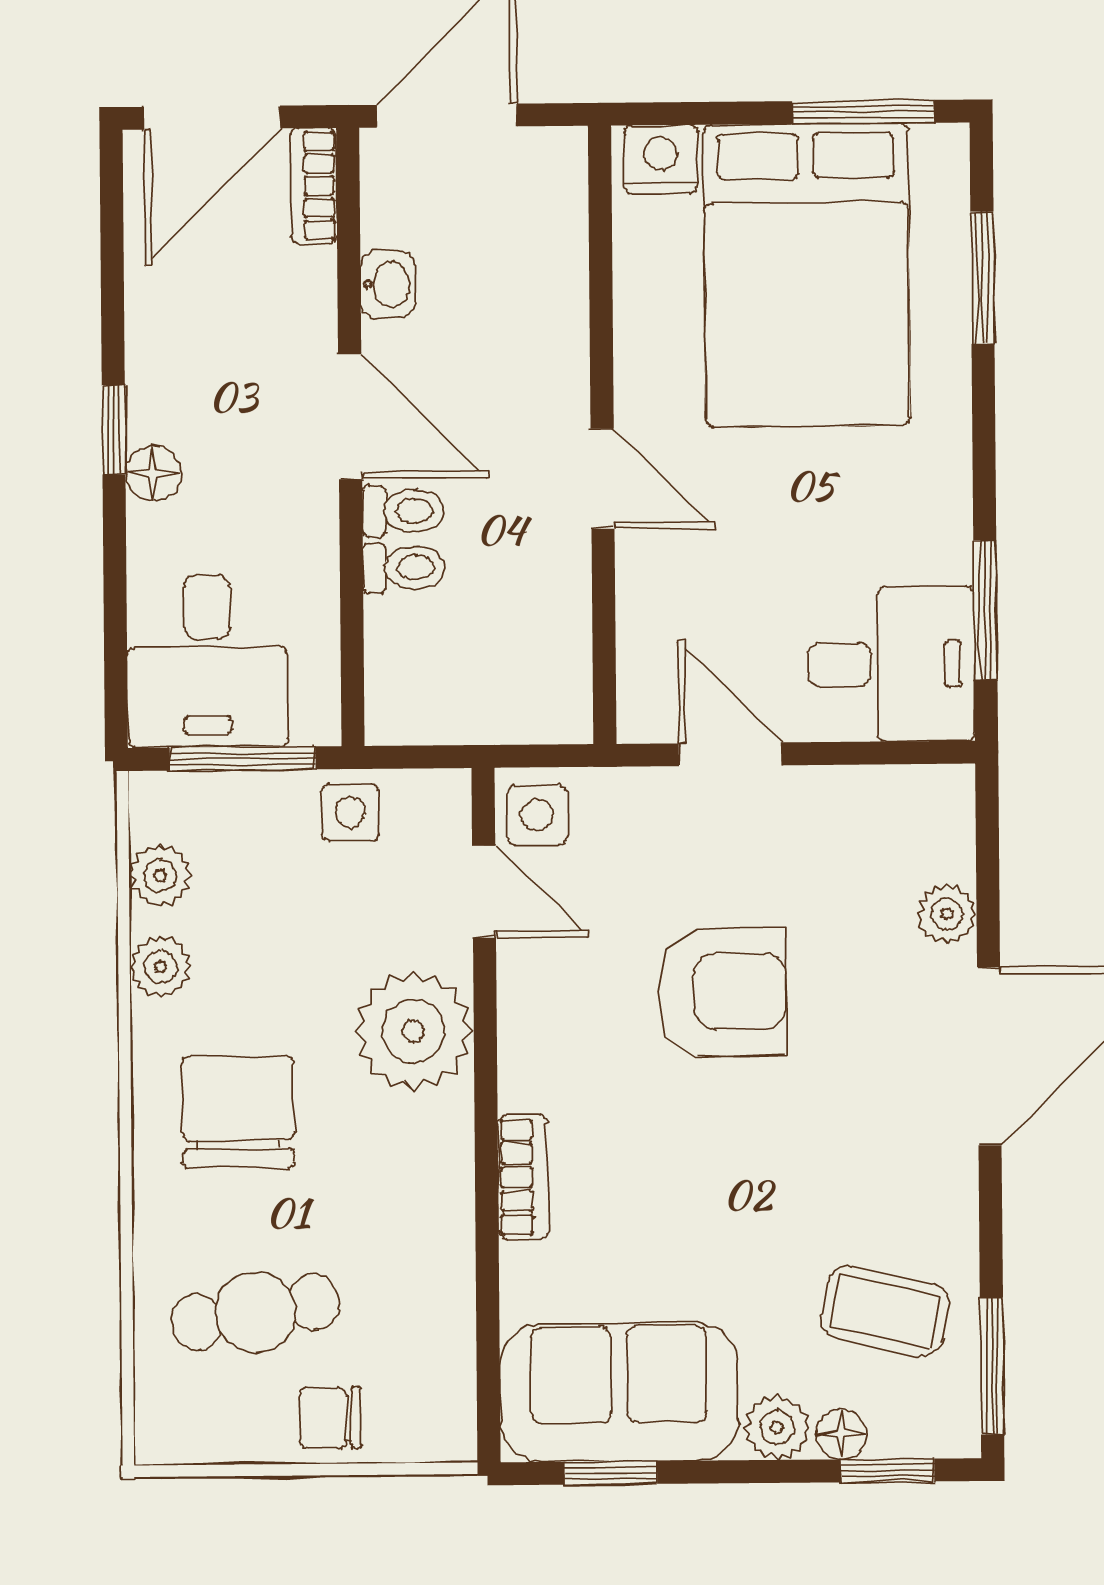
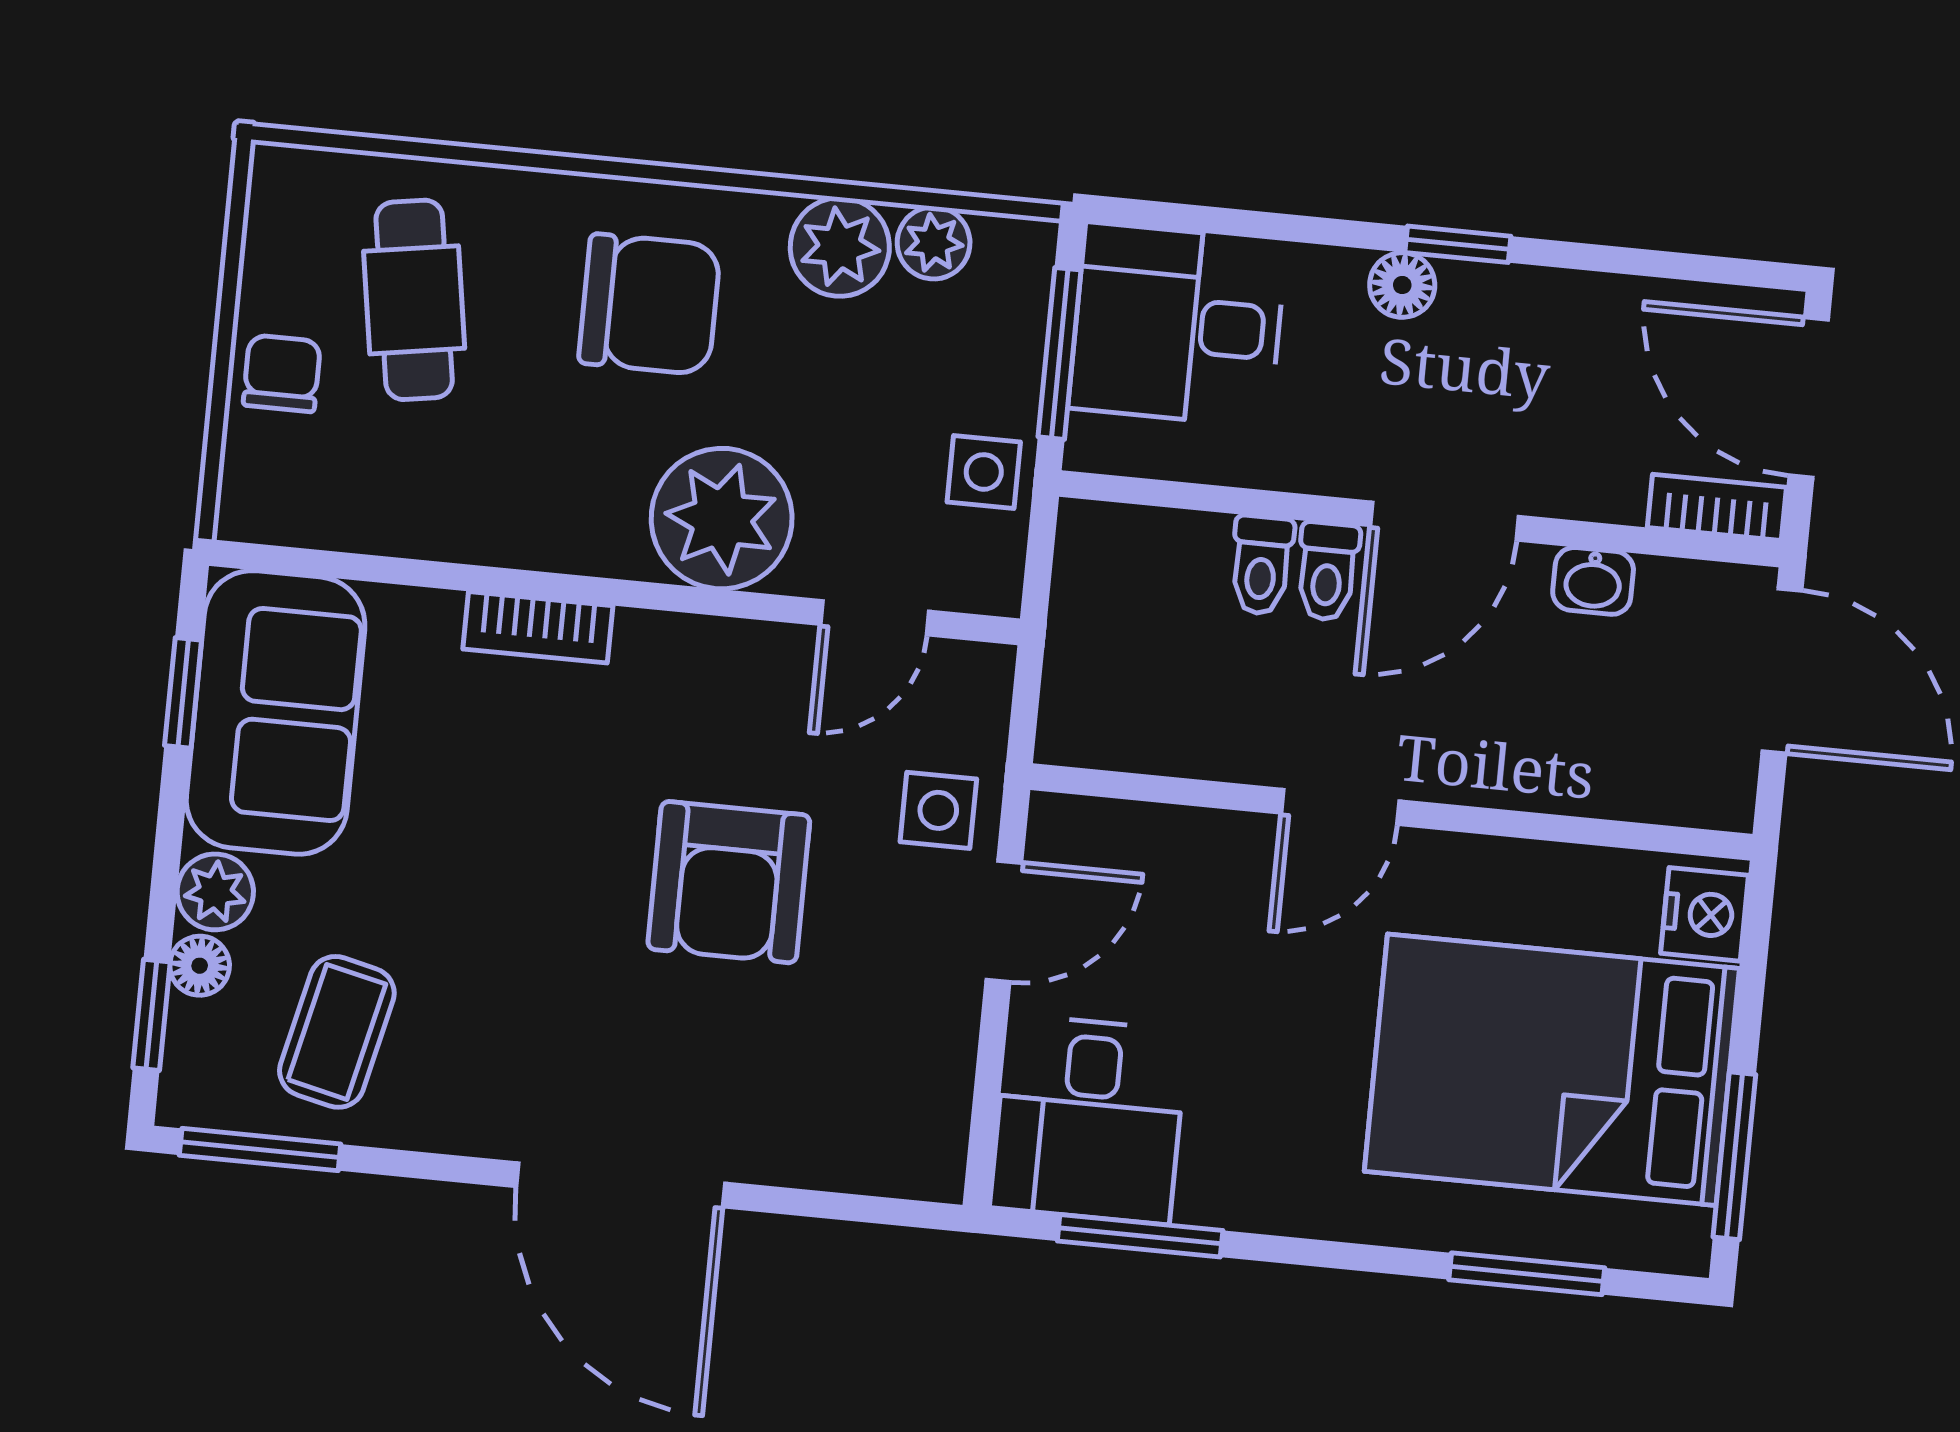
side table: (537, 815) -> (938, 810), moved
plant: (947, 914) -> (791, 1153), removed
plant: (161, 967) -> (840, 247), width x1.38, depth x1.38

